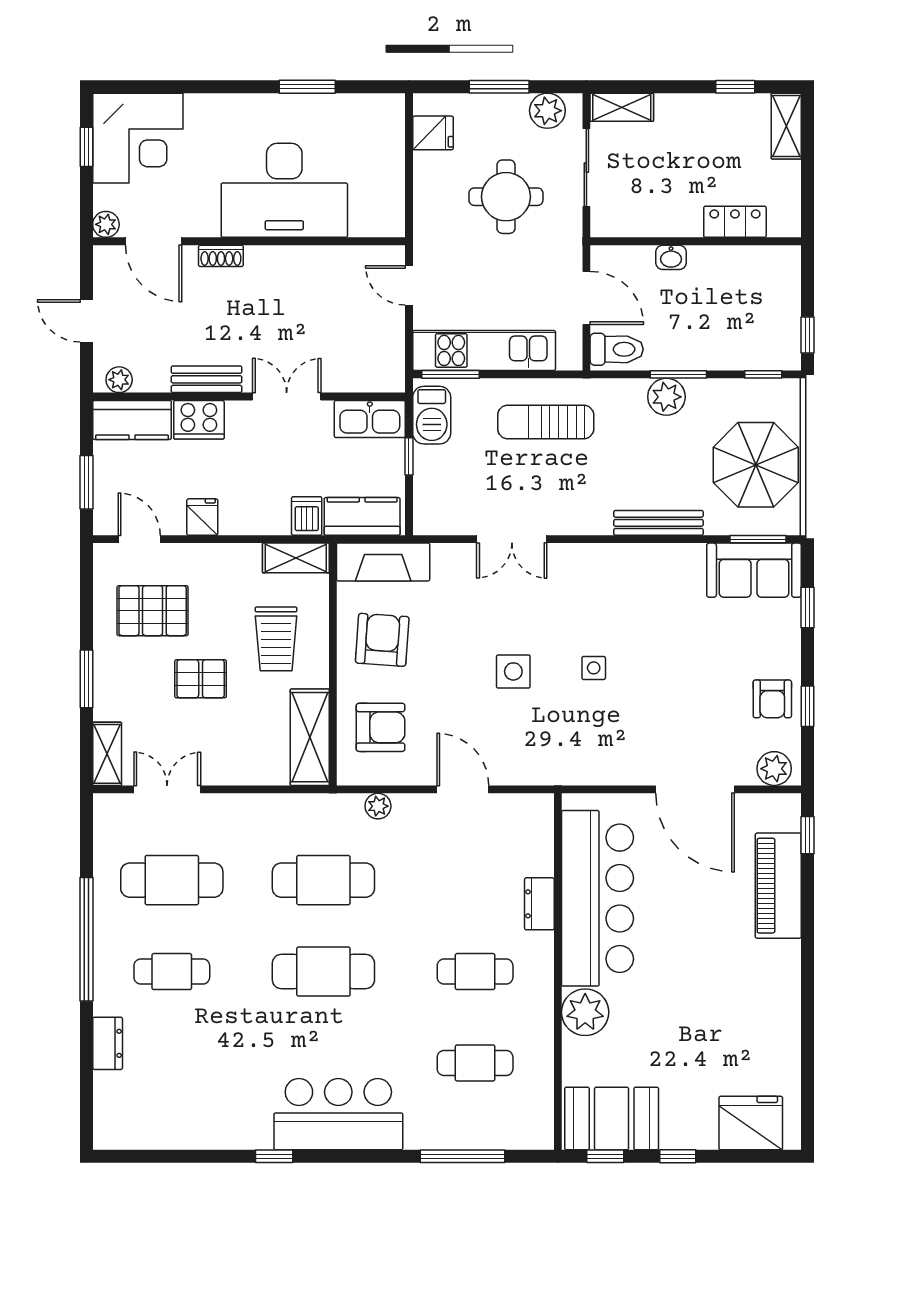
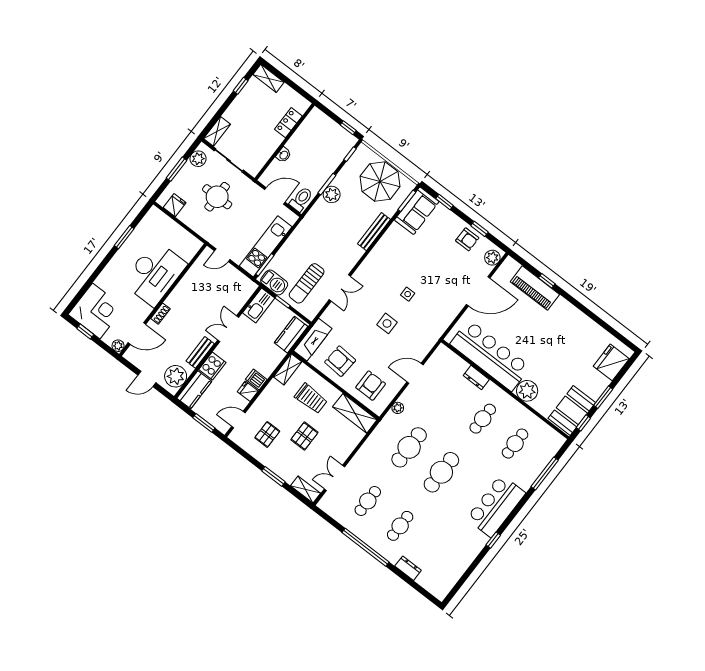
plant: (119, 380) -> (176, 376), width x1.88, depth x1.88
sun lounger: (546, 422) -> (307, 283), moved
dishwasher: (307, 516) -> (256, 379), moved
pallet: (153, 611) -> (267, 434), width x0.67, depth x0.71
window: (808, 835) -> (547, 281), moved
cafe table: (172, 880) -> (368, 501), width x0.73, depth x0.74
window: (678, 1156) -> (603, 397), width x1.50

